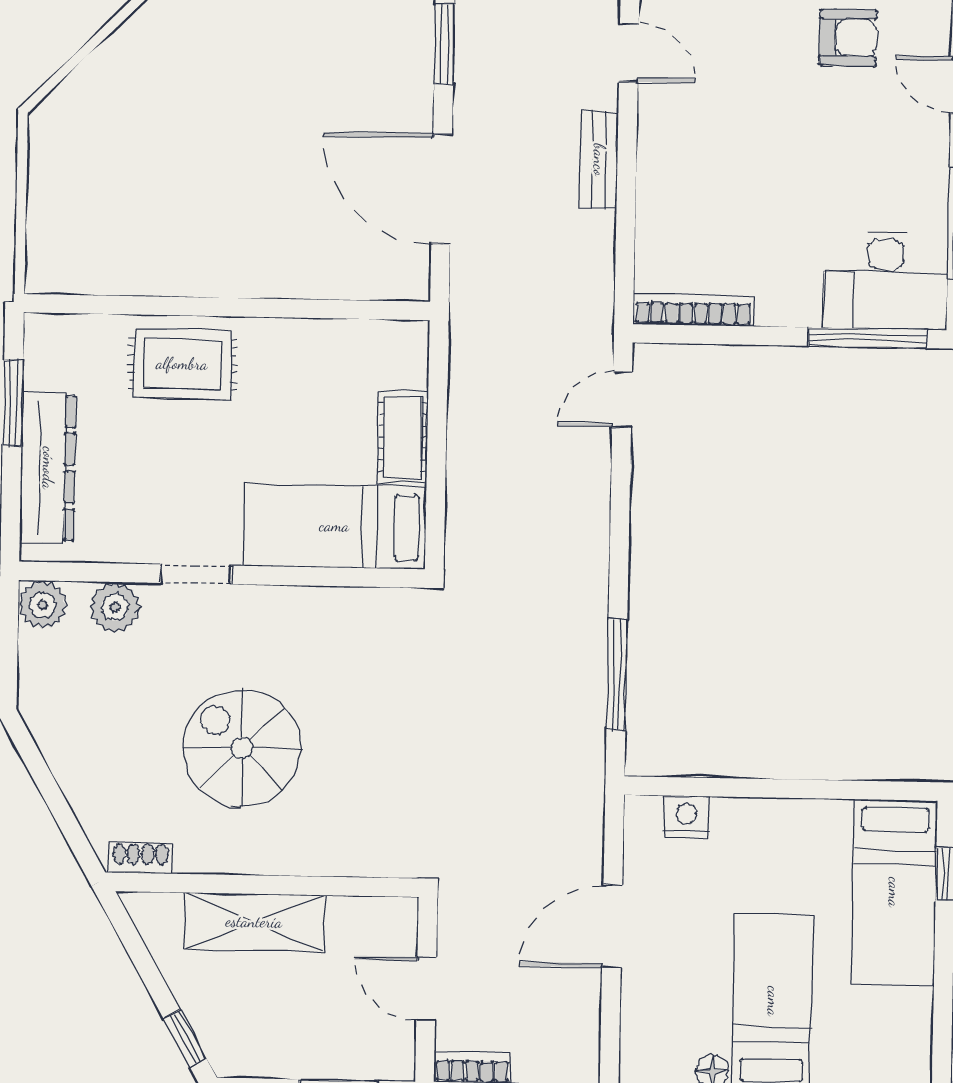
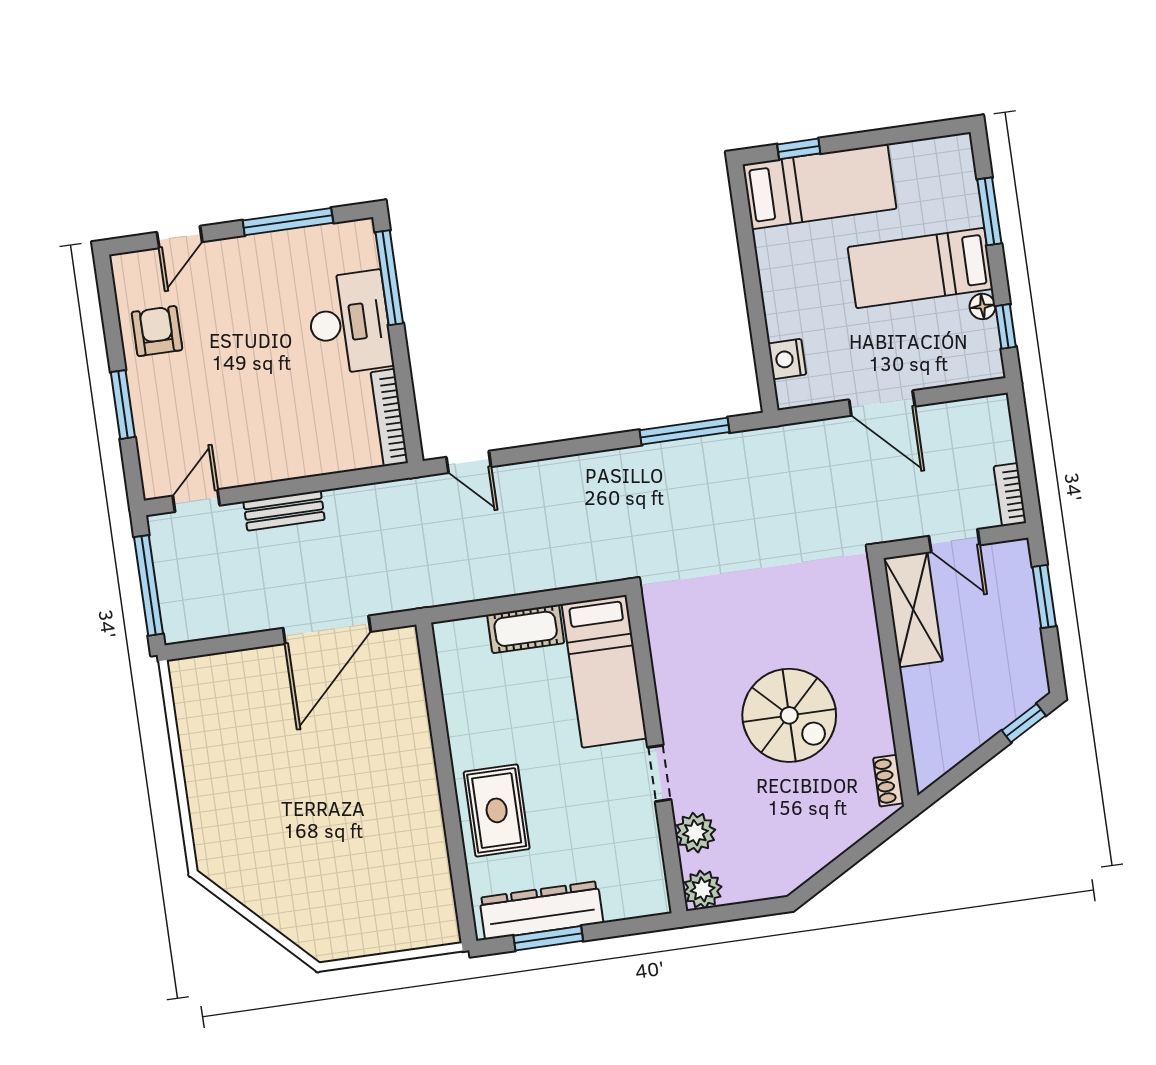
window: (444, 44) -> (213, 646), removed
desk: (886, 280) -> (349, 323), moved
dresser: (48, 468) -> (541, 910), moved
spiral stairs: (242, 748) -> (789, 715), turned -90
shelving: (254, 922) -> (913, 610), moved
door: (426, 989) -> (954, 541), hinge flipped

